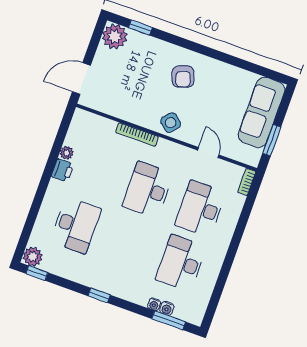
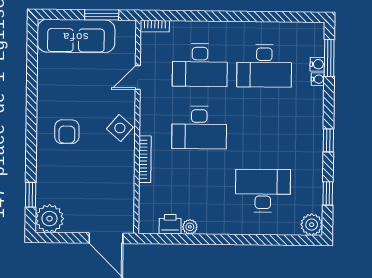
armchair: (183, 77) -> (67, 132), turned 109
printer: (63, 170) -> (170, 224), moved
window: (37, 273) -> (328, 193), moved

